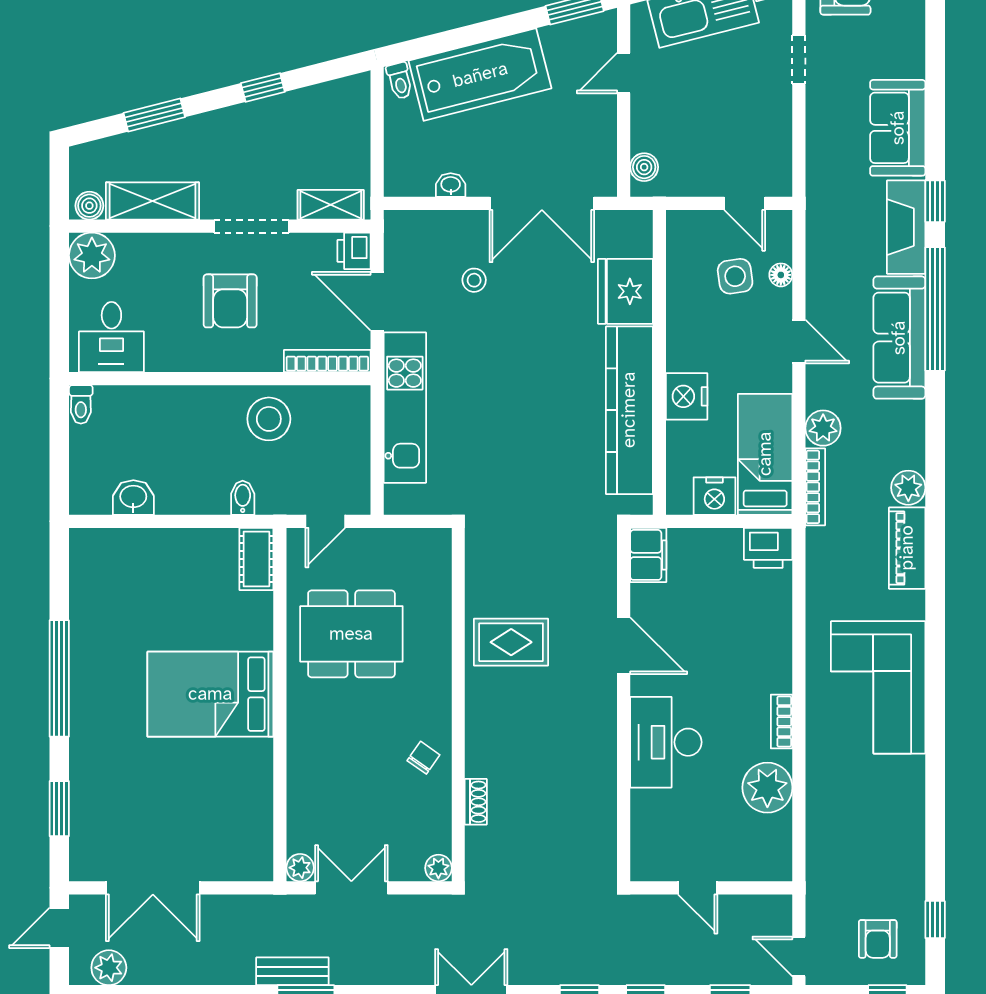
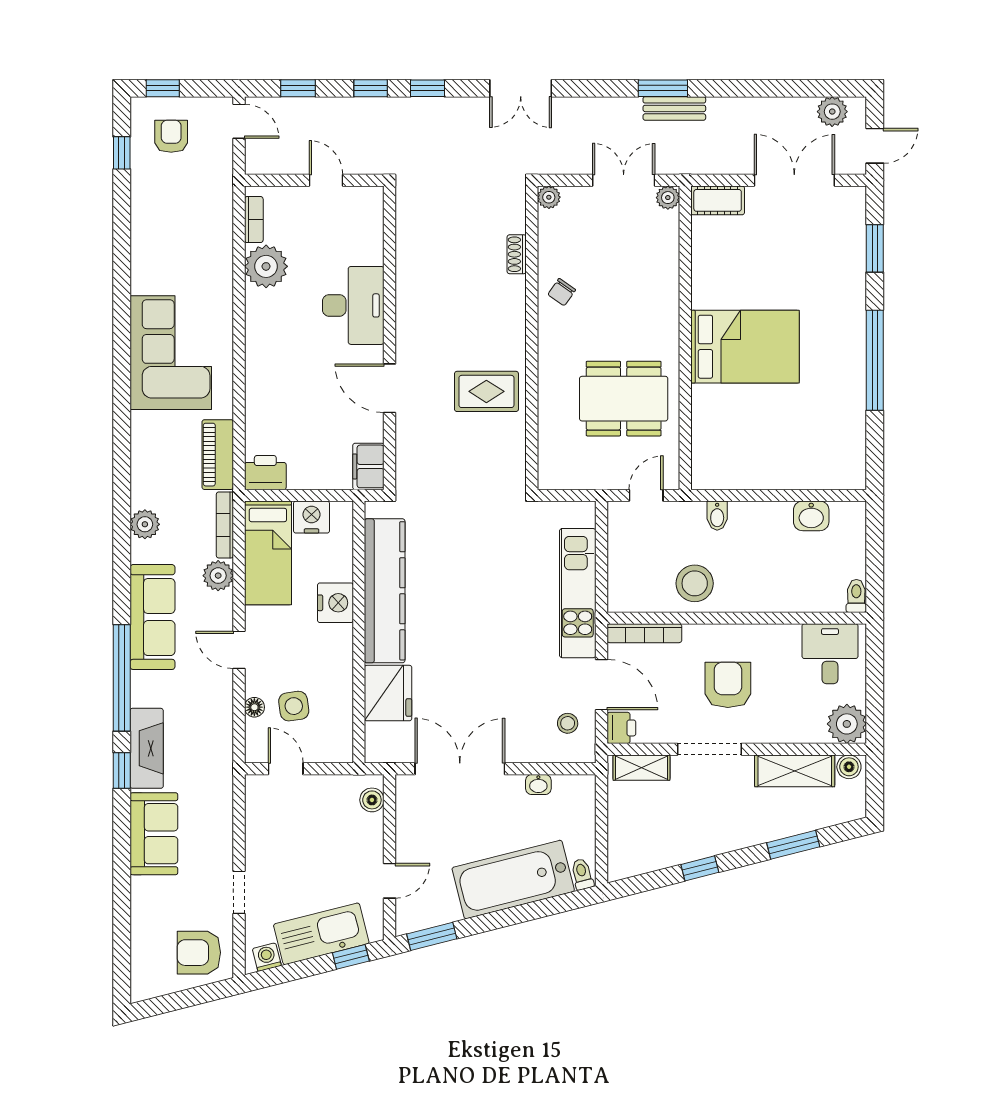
stool: (474, 280) -> (568, 723), moved
sofa: (899, 338) -> (153, 617), moved
piano: (907, 548) -> (218, 455), moved, turned 180
cot: (256, 559) -> (718, 200), moved, turned 90
bookcase: (782, 721) -> (254, 220), moved
double door: (351, 888) -> (624, 180), swing flipped

